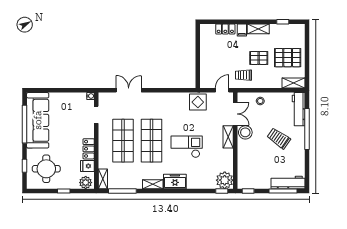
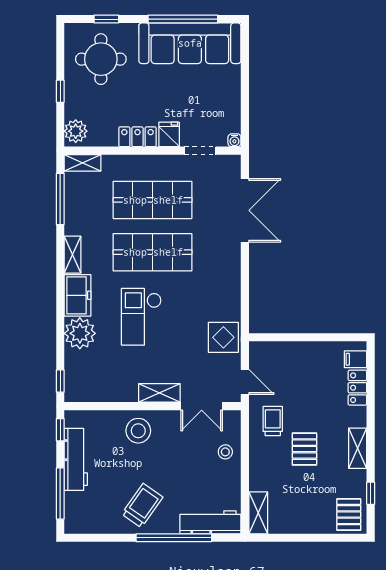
filing cabinet: (242, 30) -> (356, 359), moved
pallet: (288, 58) -> (349, 515), moved, width x0.67, depth x0.71
double door: (129, 90) -> (245, 210), width x1.37
stool: (245, 132) -> (138, 431), moved
trolley: (279, 138) -> (142, 505), moved
checkout: (187, 147) -> (141, 317), turned 180
fridge: (87, 166) -> (169, 134), moved
plant: (225, 180) -> (80, 333), moved
workbench: (288, 182) -> (76, 459), moved

